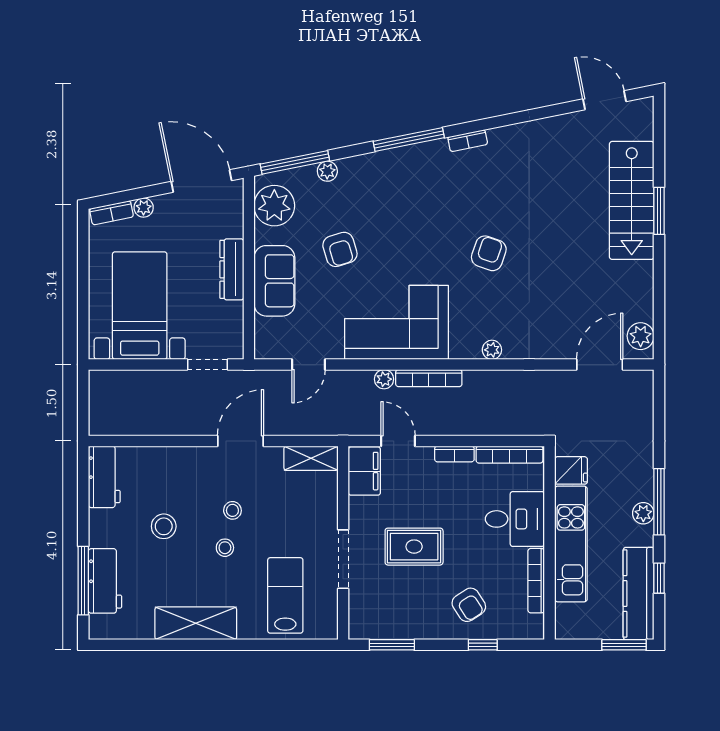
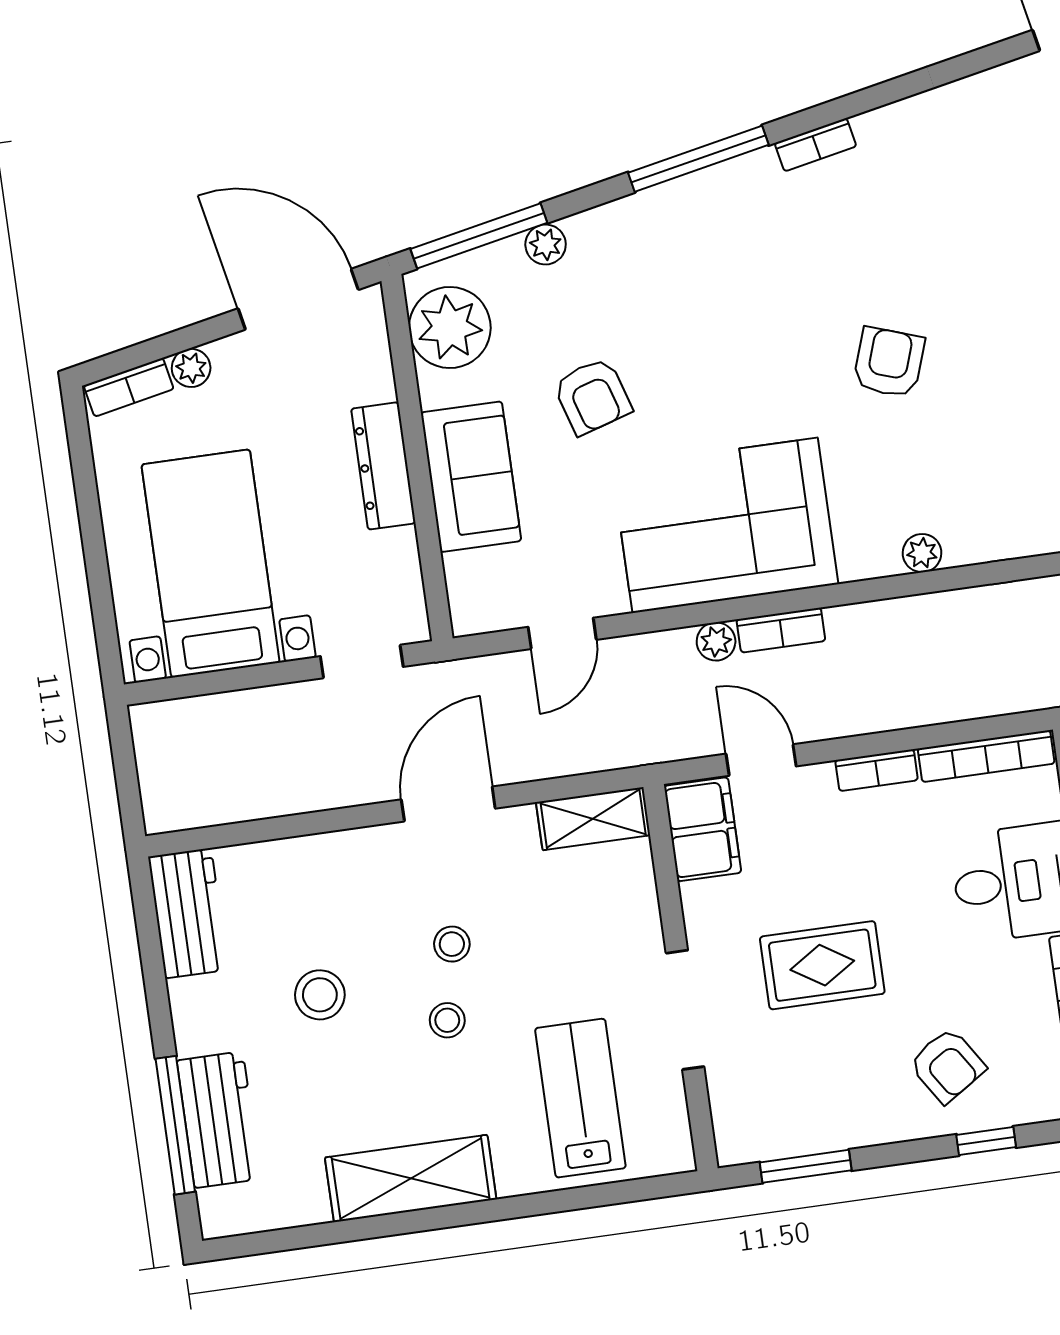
bookcase: (429, 378) -> (781, 630), width x0.64

